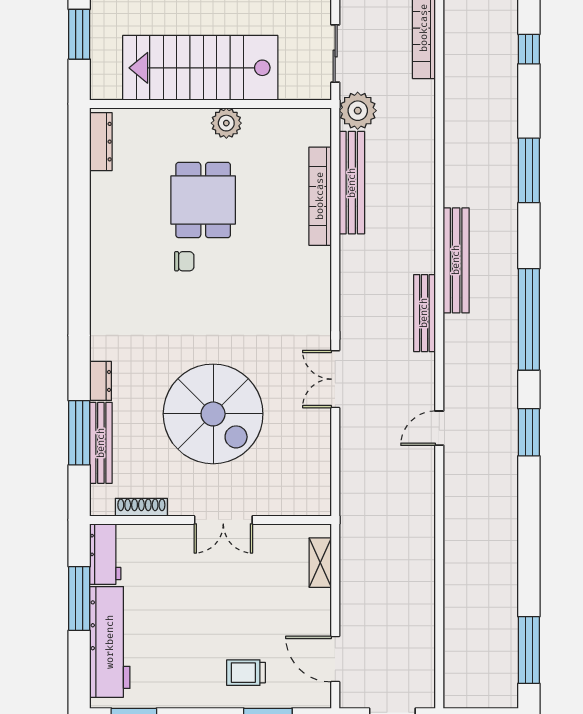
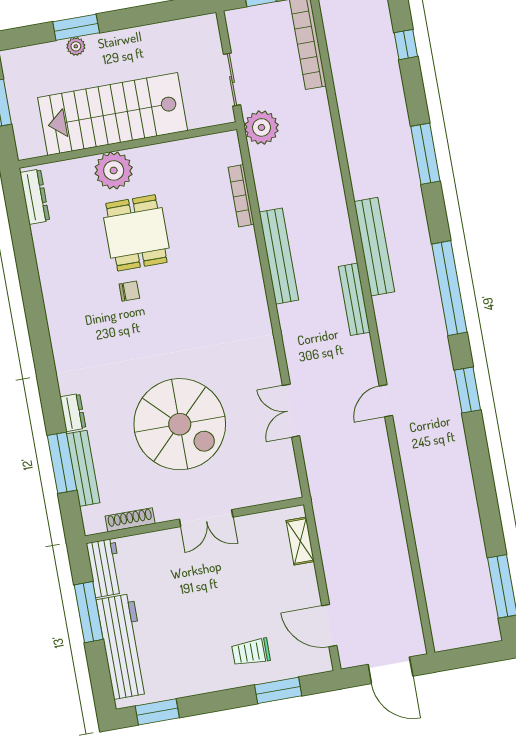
plant: (226, 123) -> (114, 170), moved, width x1.36, depth x1.36
bench: (352, 183) -> (279, 256), moved
bookcase: (320, 196) -> (241, 196), width x0.68, depth x0.76
double door: (335, 379) -> (291, 411), moved

